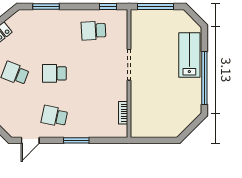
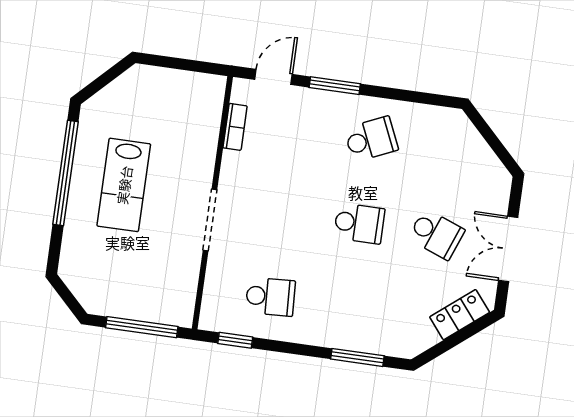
lab bench: (189, 55) -> (124, 185), moved
school desk: (54, 116) -> (371, 139), turned -36
door: (30, 140) -> (273, 77), moved

